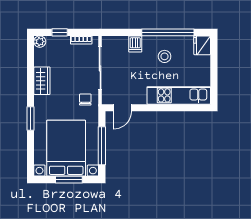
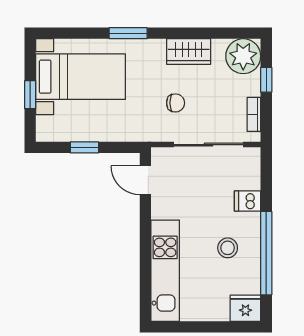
plant: (40, 42) -> (243, 56), width x1.87, depth x1.87
chair: (85, 100) -> (176, 103), moved
window: (102, 146) -> (84, 147), width x0.46
bed with nightstands: (66, 148) -> (81, 77), width x0.73
window: (69, 180) -> (30, 95), width x0.67

